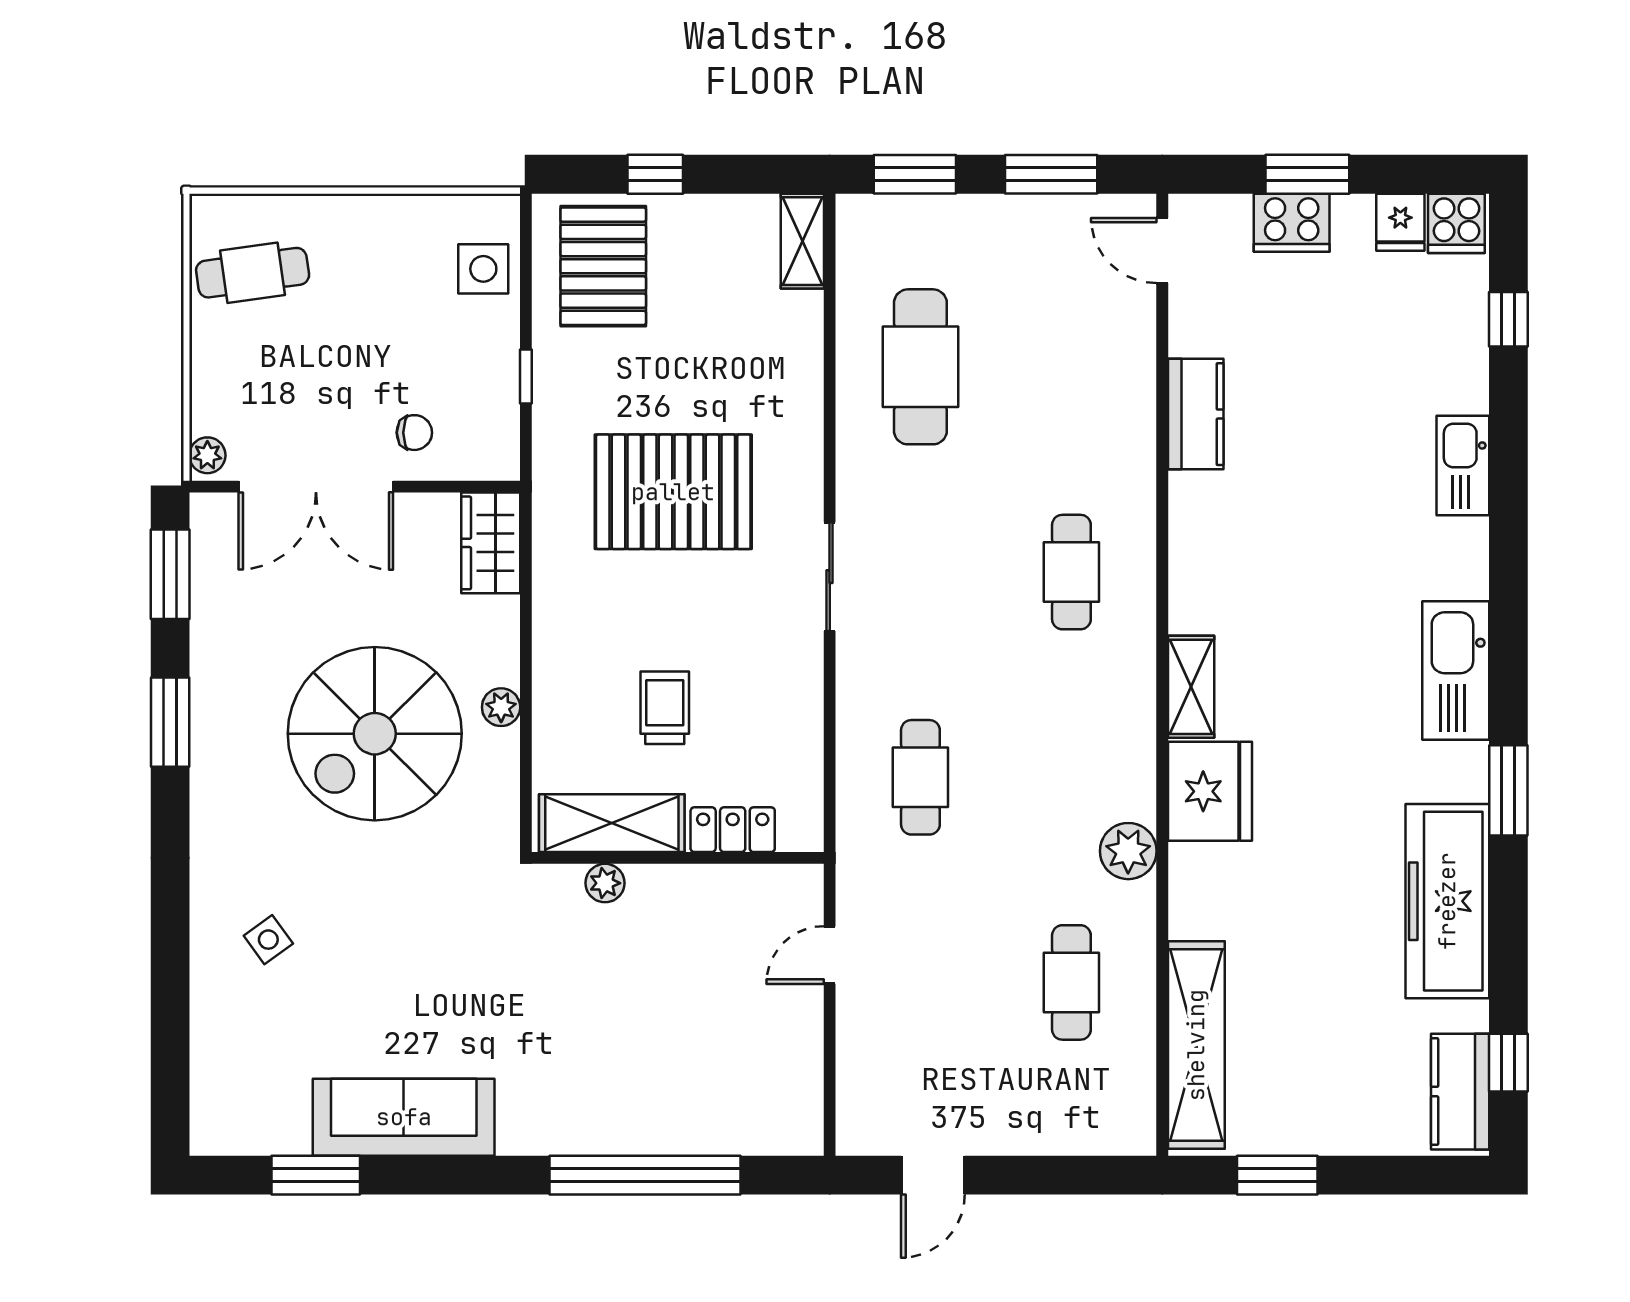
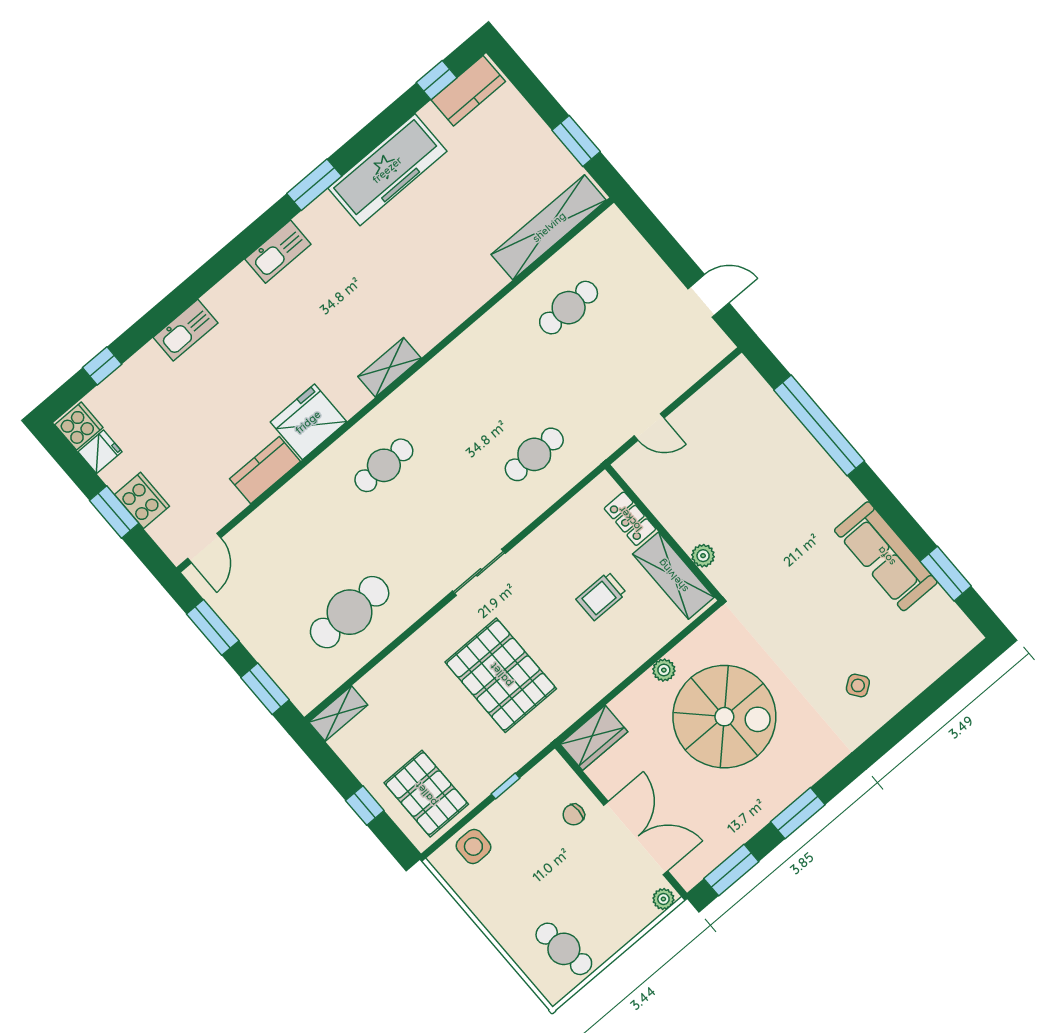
pallet: (603, 266) -> (426, 794), turned 90
chair: (414, 433) -> (574, 815), turned -90
kitchen sink: (1456, 671) -> (278, 252), width x0.73, depth x0.81
fridge: (1210, 791) -> (308, 422), moved
plant: (1128, 851) -> (488, 333), removed

